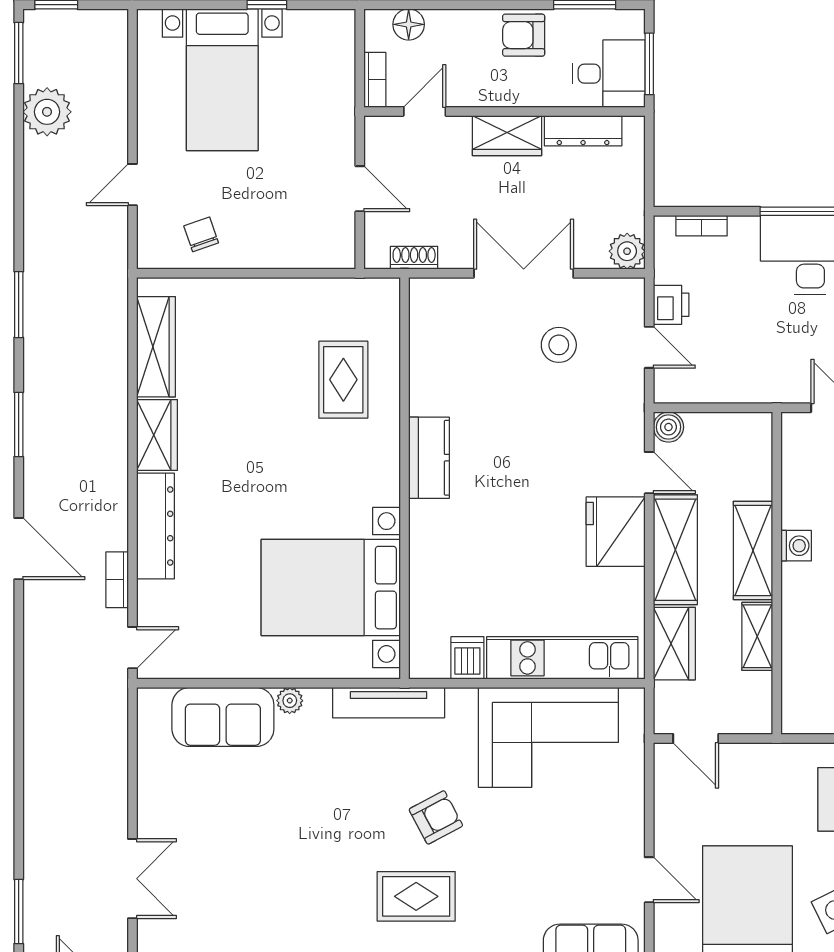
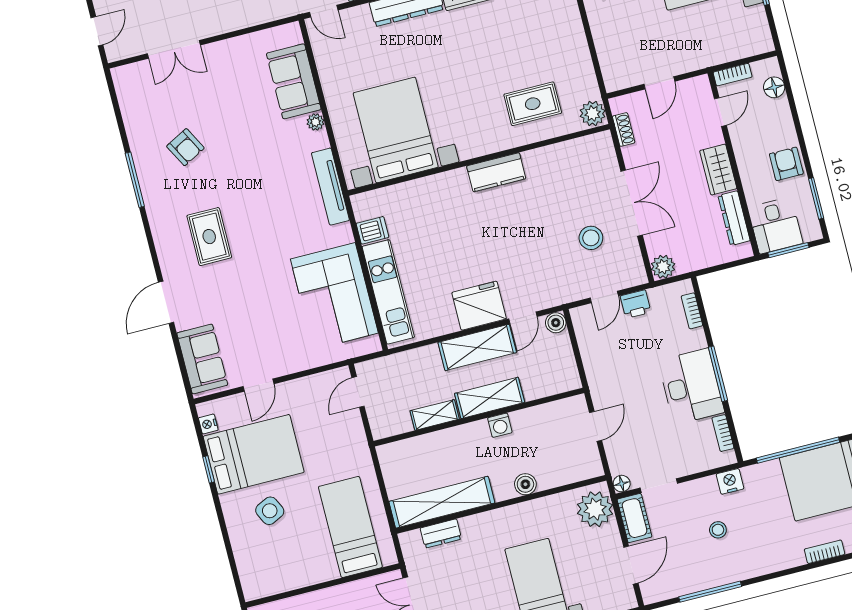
door: (425, 111) -> (720, 112), hinge flipped
plant: (380, 297) -> (593, 113), added
wardrobe: (674, 644) -> (416, 362), removed
armchair: (436, 817) -> (185, 147), moved

